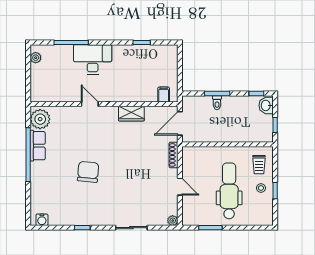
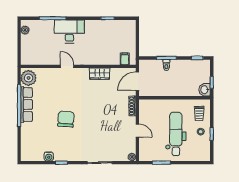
washbasin: (266, 105) -> (205, 90), moved
row of seats: (38, 146) -> (27, 104), width x1.48
water cooler: (42, 220) -> (49, 156), moved

